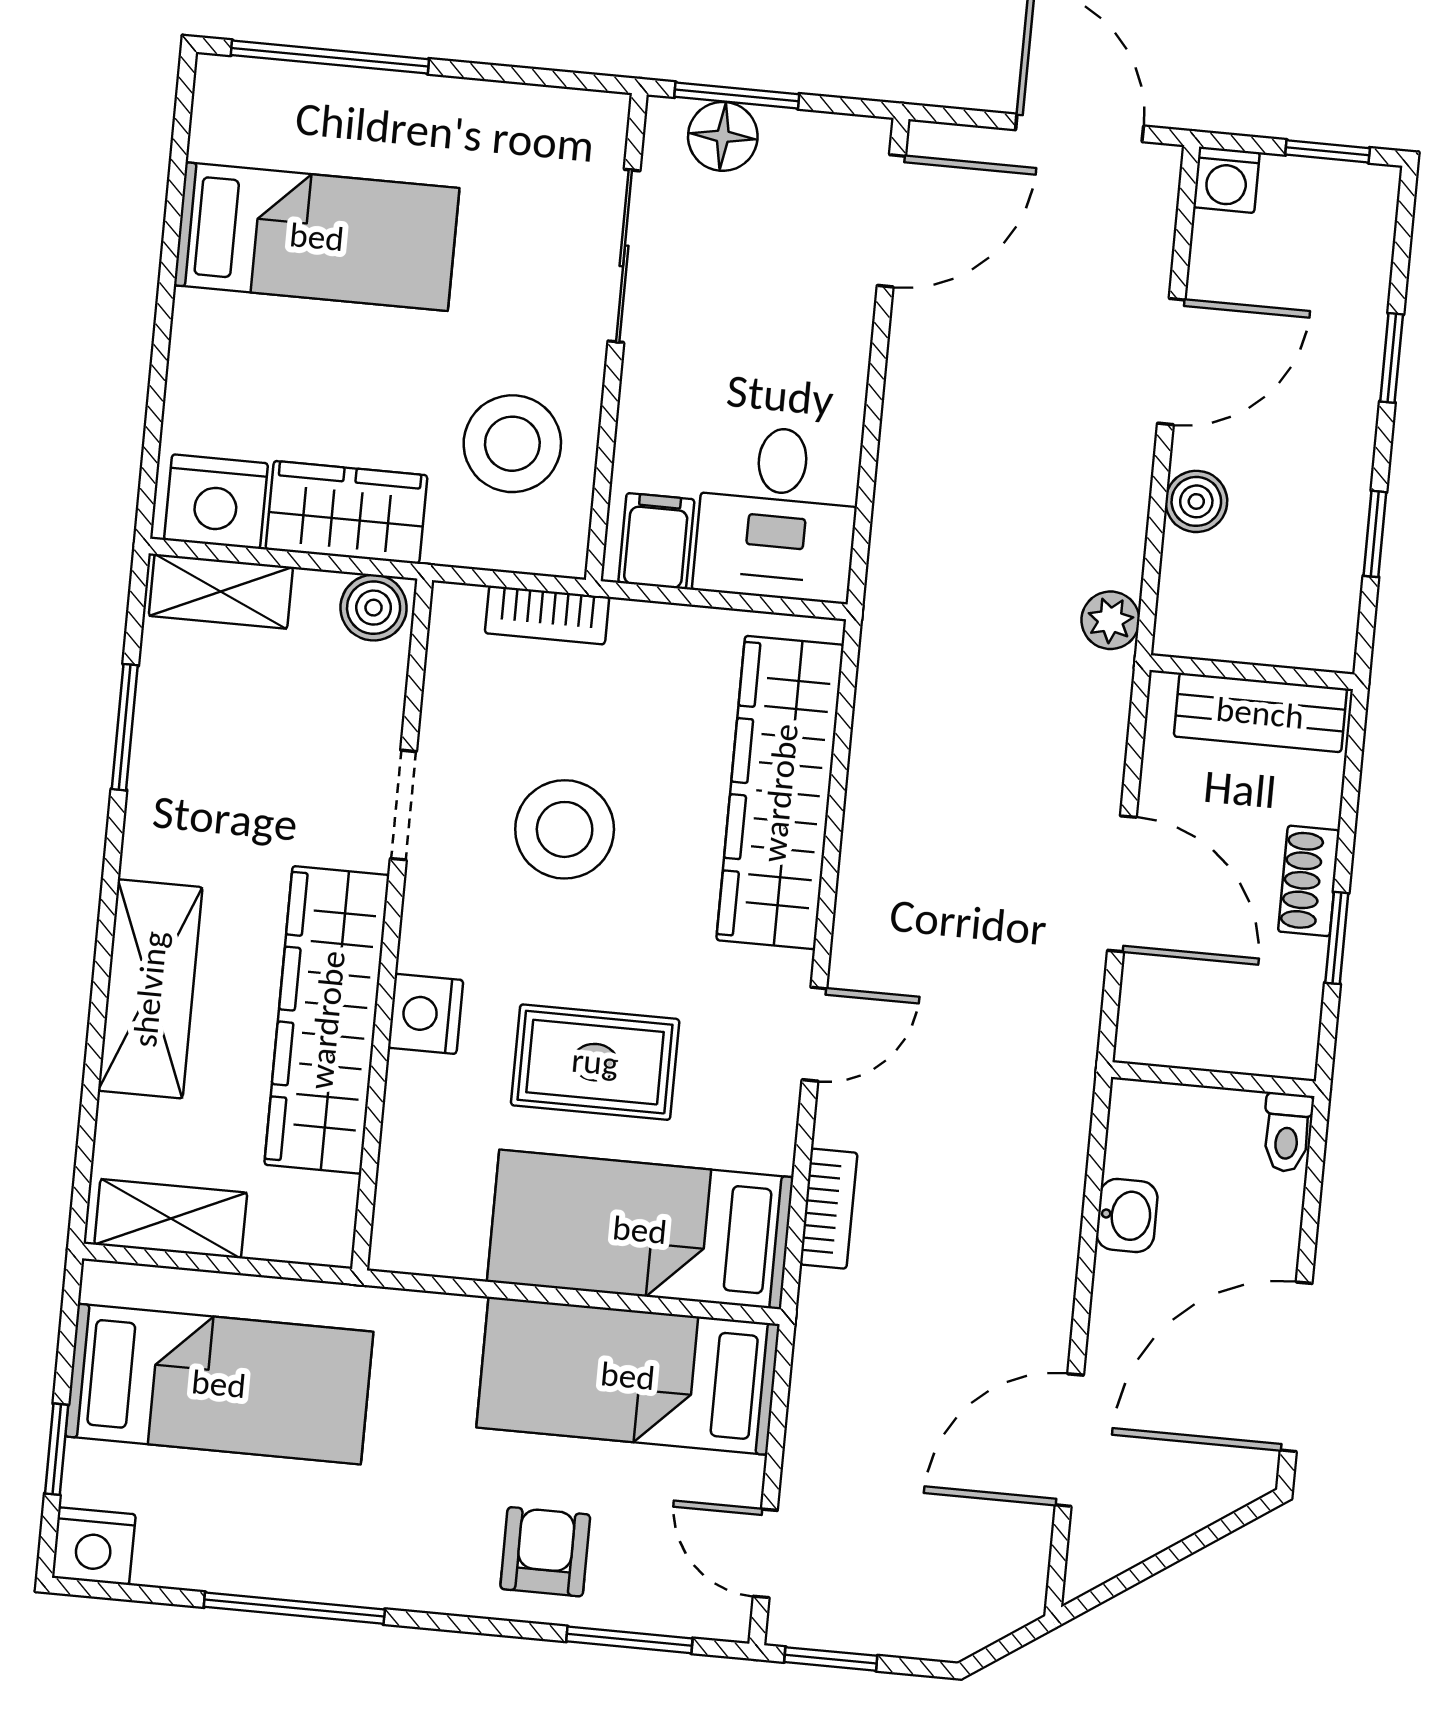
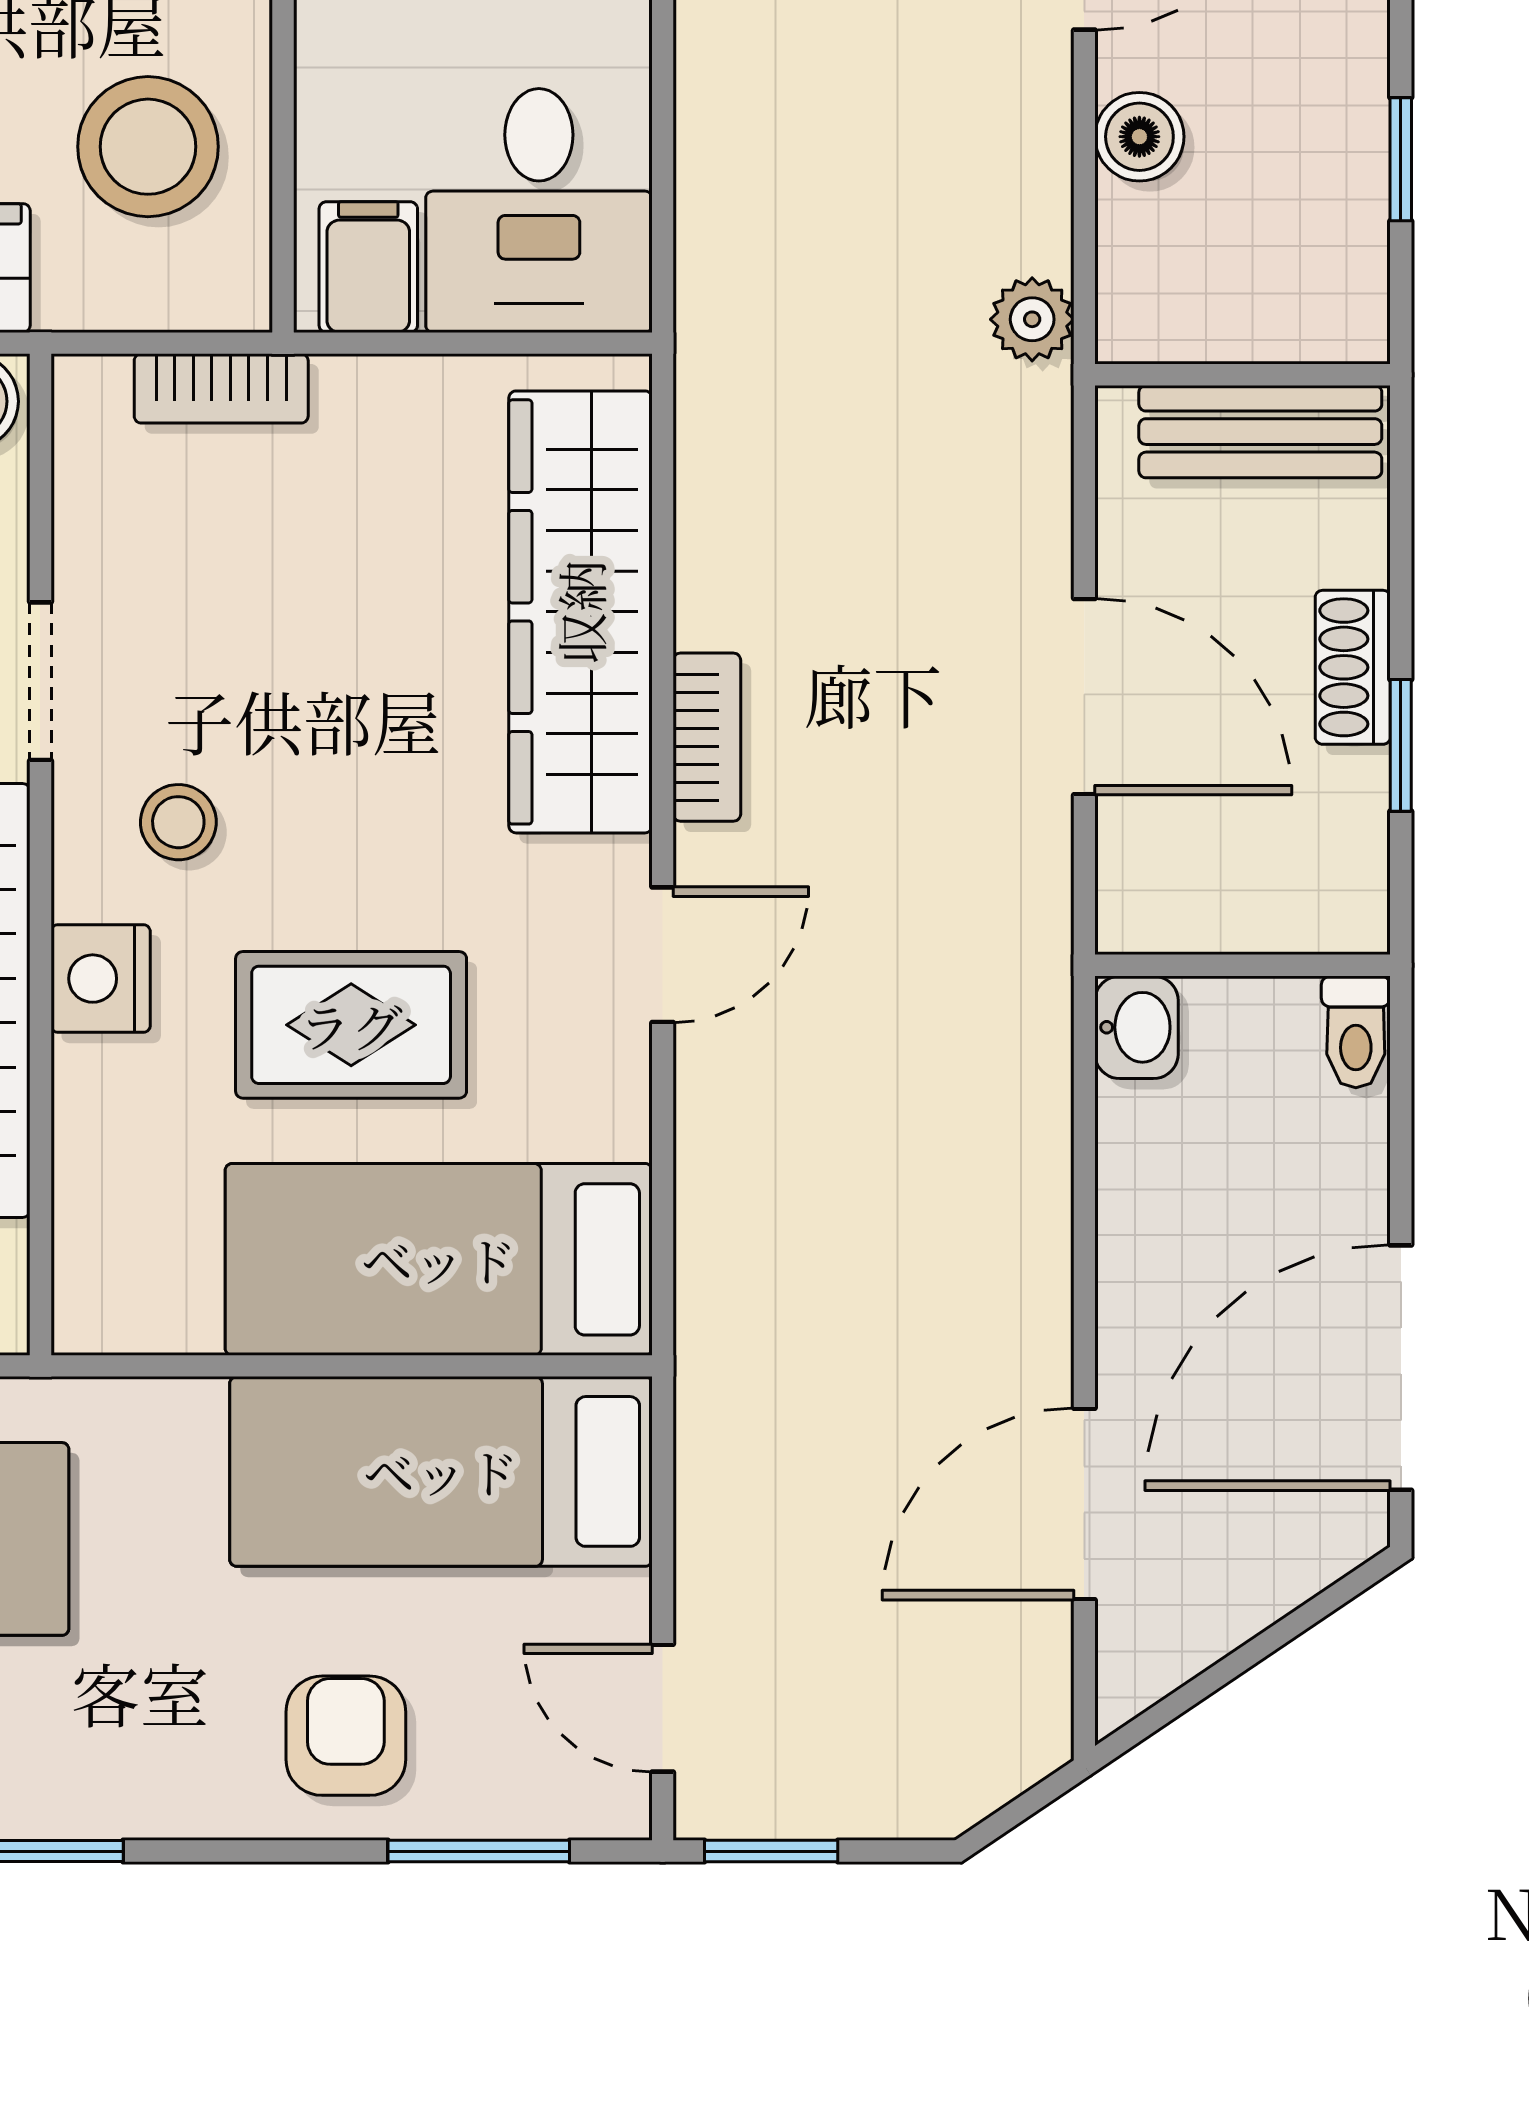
stool: (565, 829) -> (178, 822), moved, width x0.53, depth x0.53
bookcase: (829, 1209) -> (707, 737), moved
washbasin: (1127, 1215) -> (1137, 1027), moved

